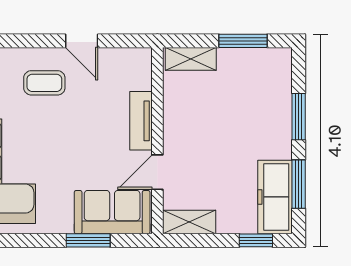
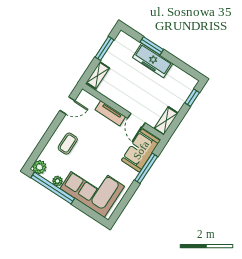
door: (82, 41) -> (67, 105), moved
window: (299, 184) -> (180, 64), removed
freezer: (275, 197) -> (153, 60), moved
window: (88, 240) -> (146, 168), width x1.44

